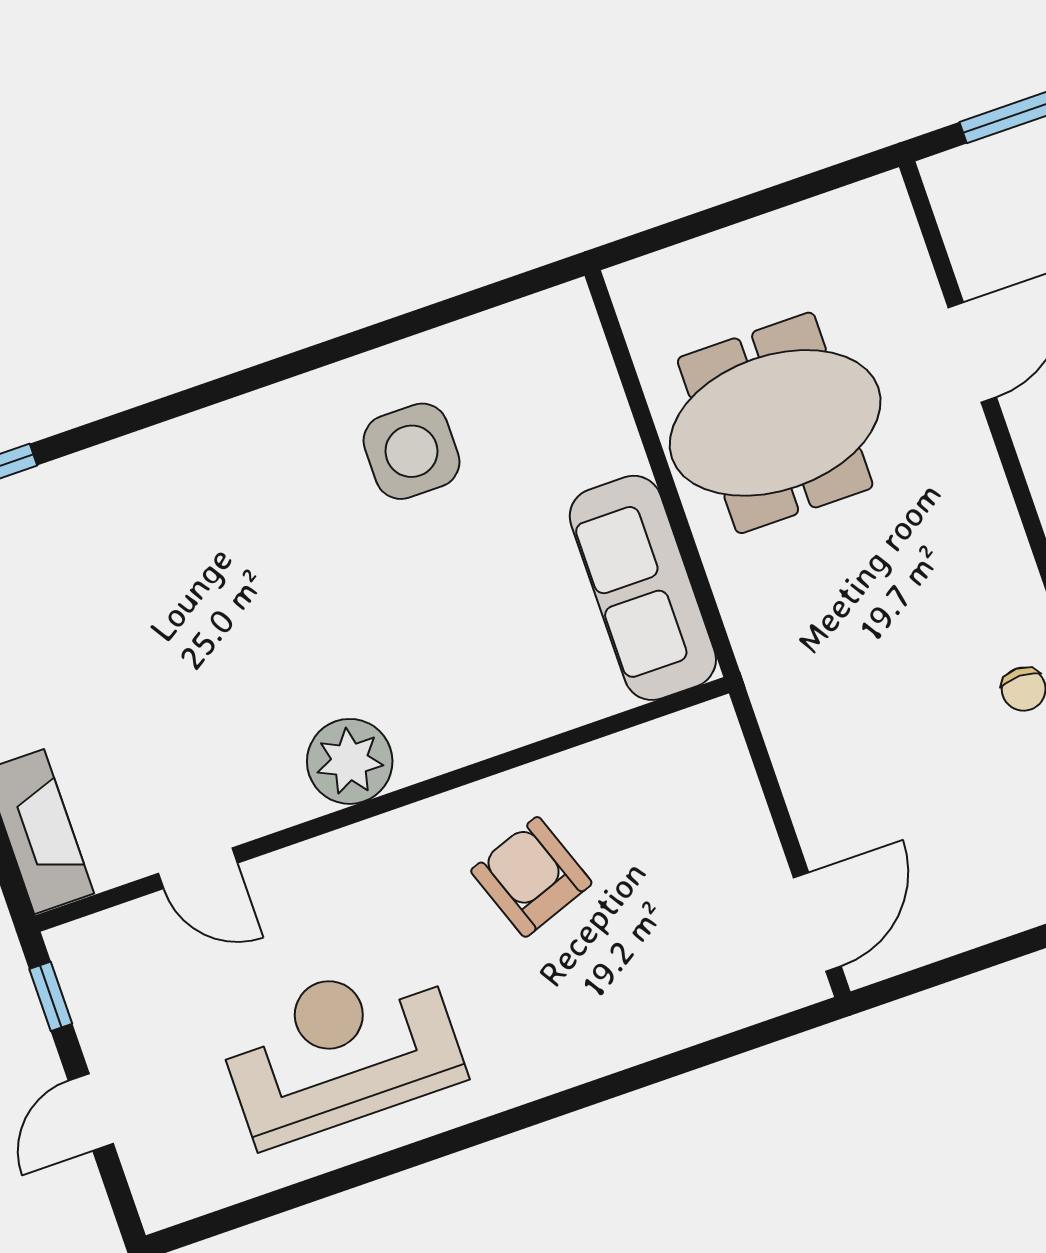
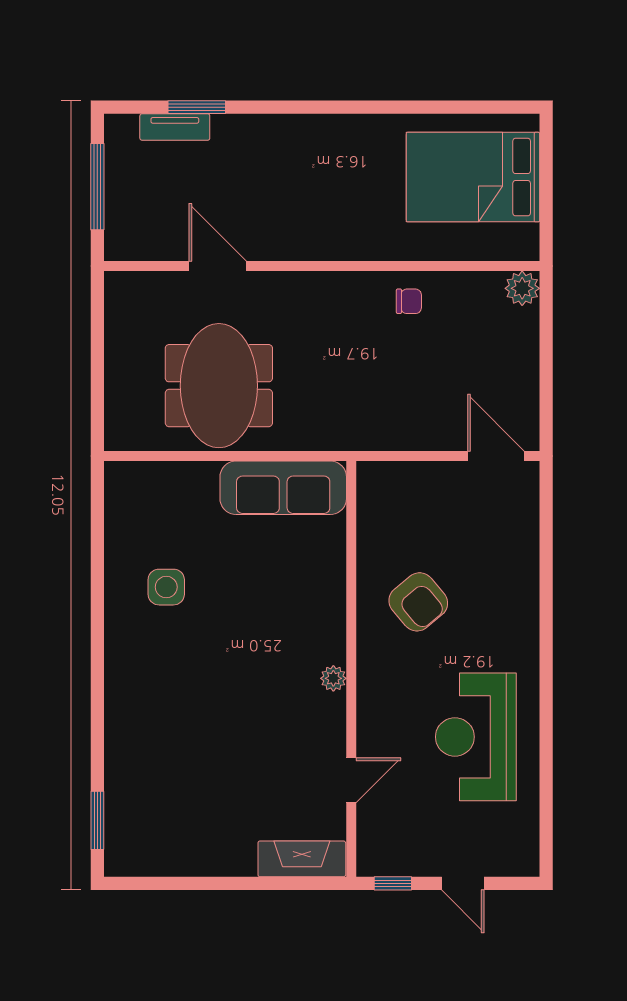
side table: (411, 451) -> (166, 587), width x0.73, depth x0.73
plant: (350, 761) -> (333, 678), width x0.53, depth x0.53
armchair: (531, 877) -> (418, 602), turned -110

